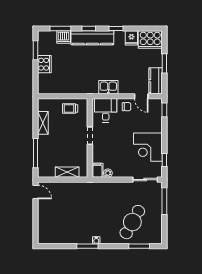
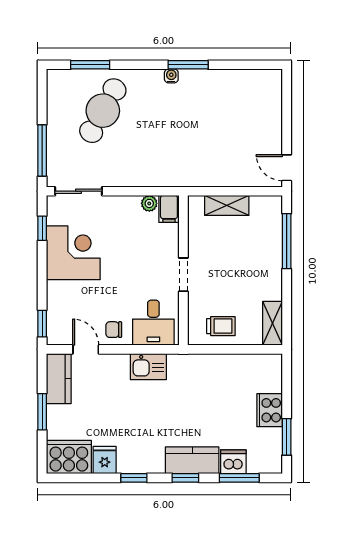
kitchen counter: (92, 38) -> (192, 460), width x0.67
shelving: (43, 123) -> (273, 323), moved

